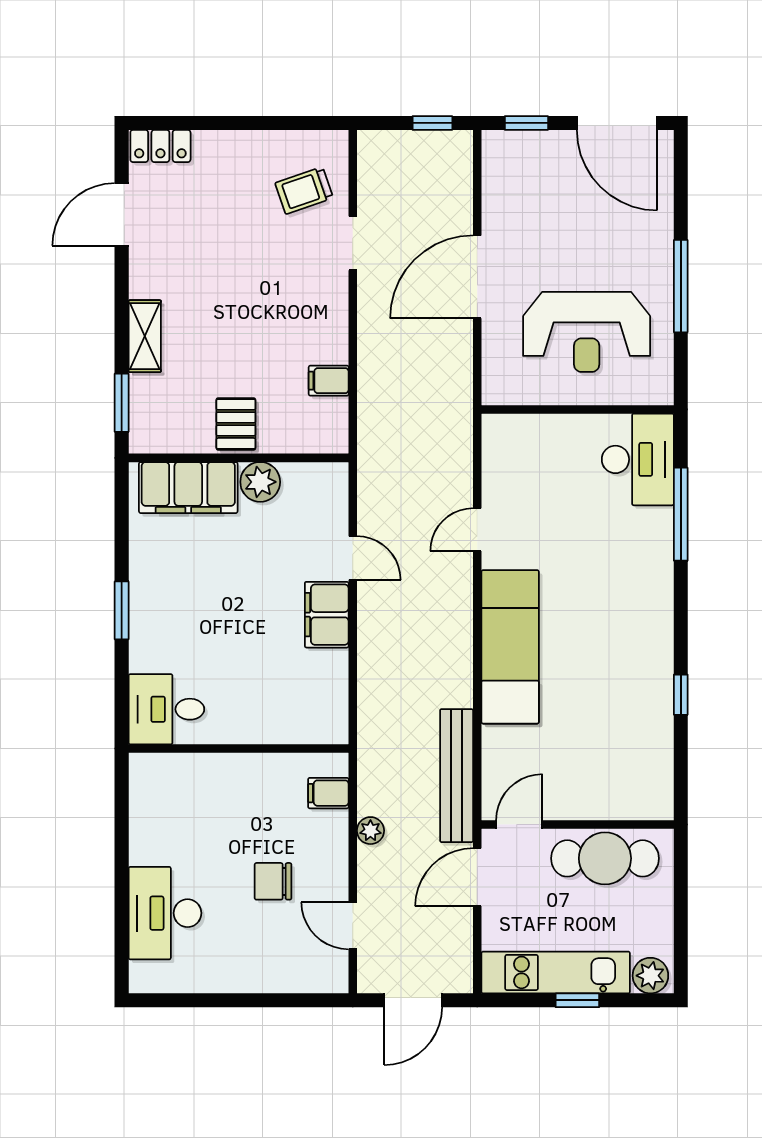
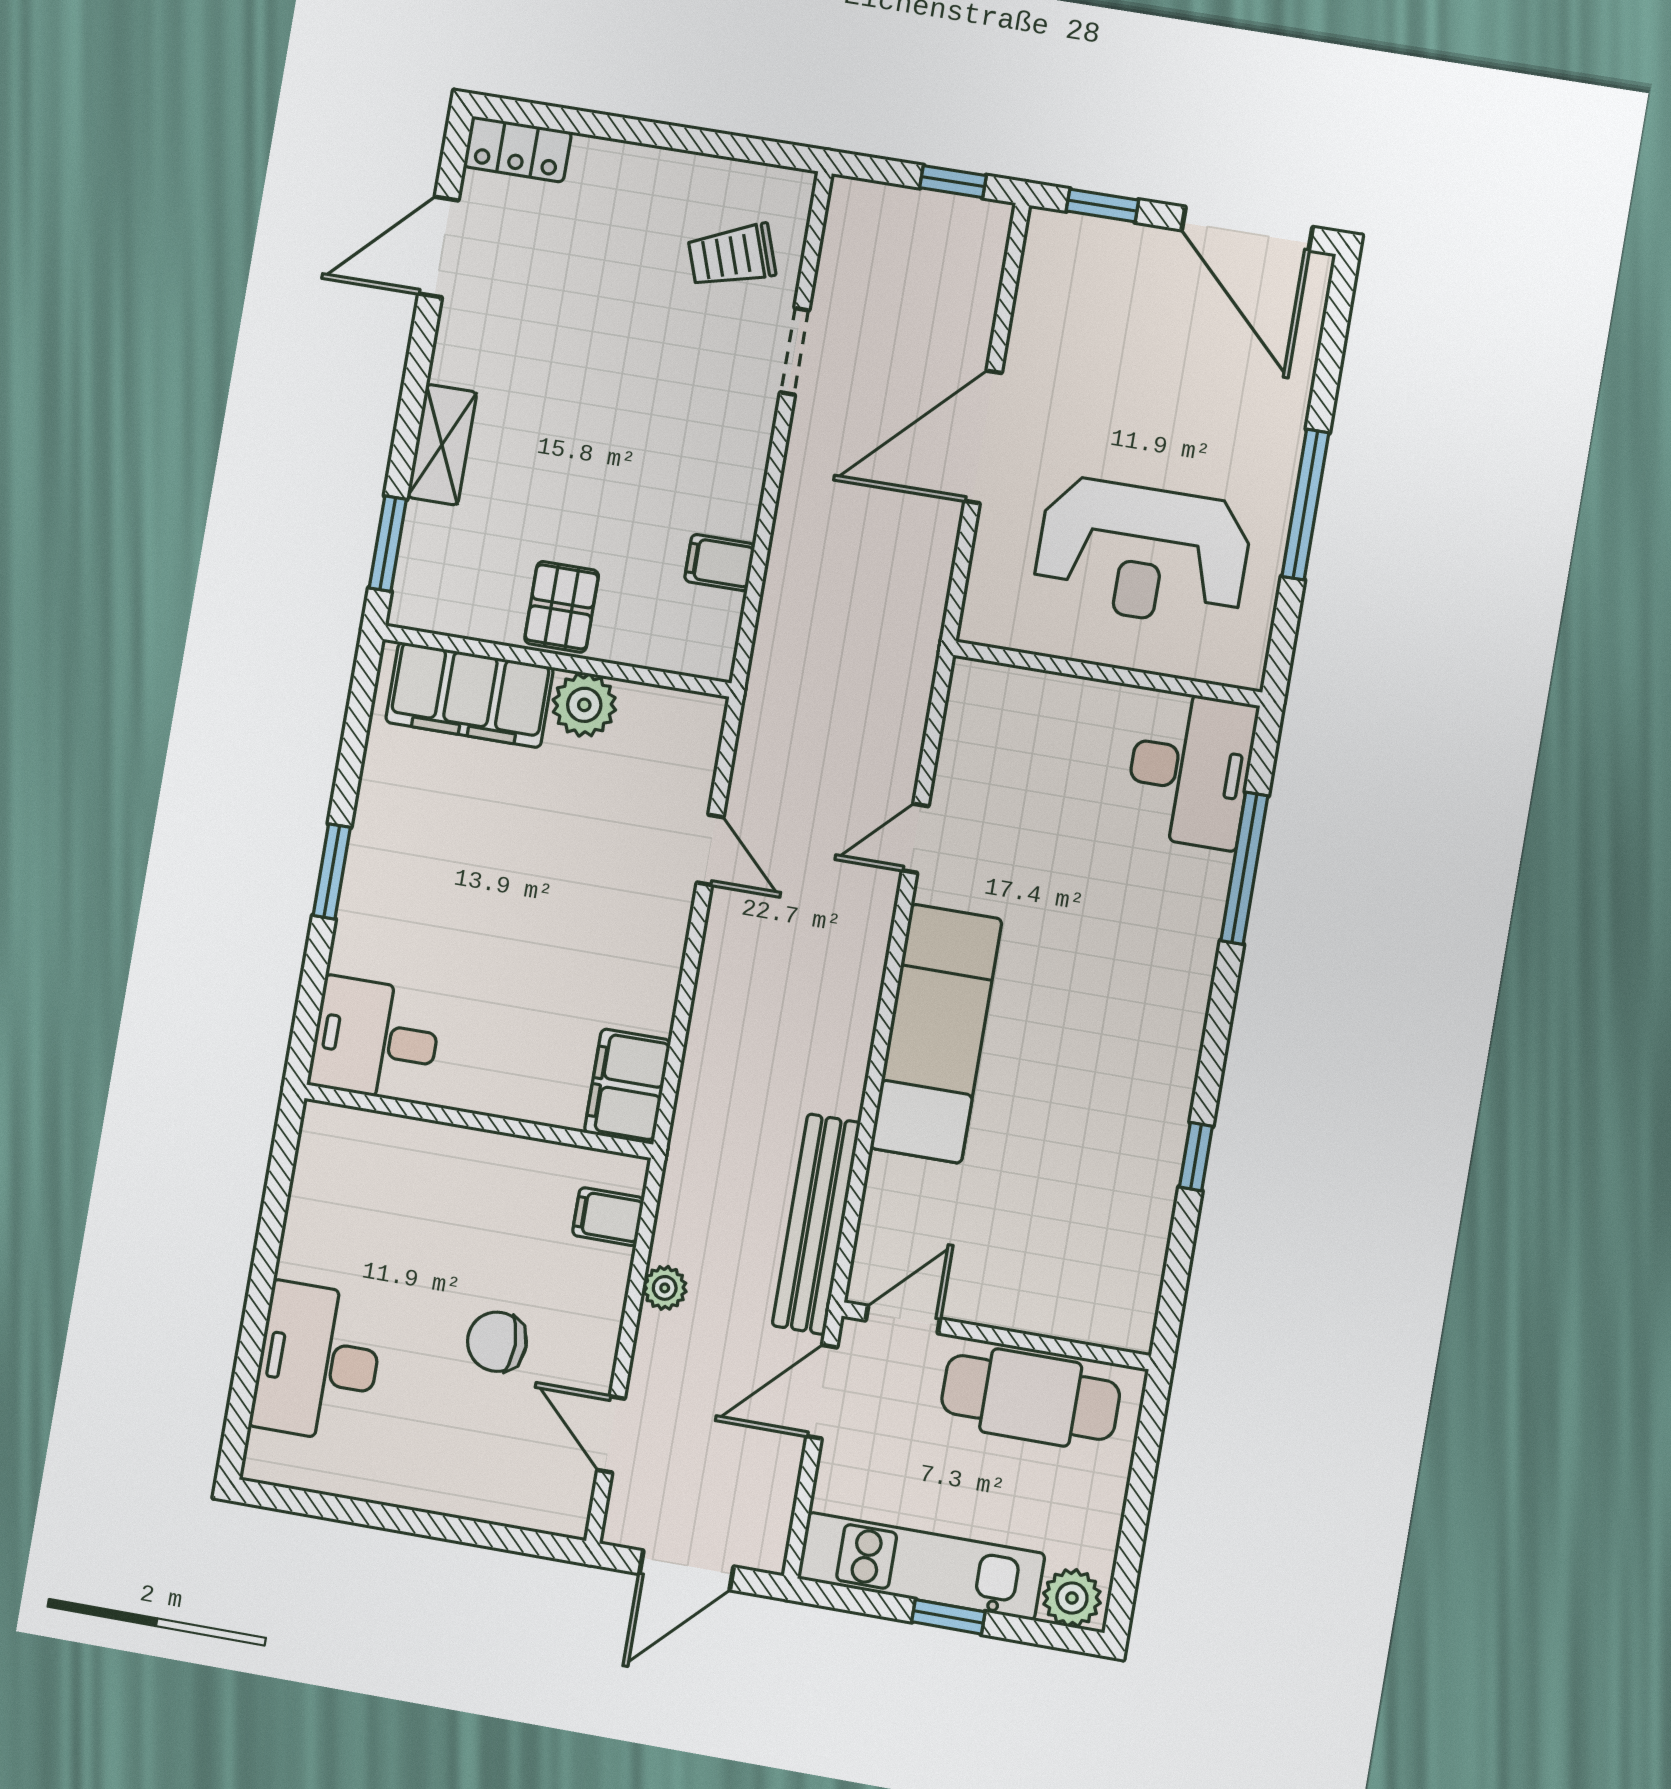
filing cabinet: (327, 615) -> (628, 1086), moved

